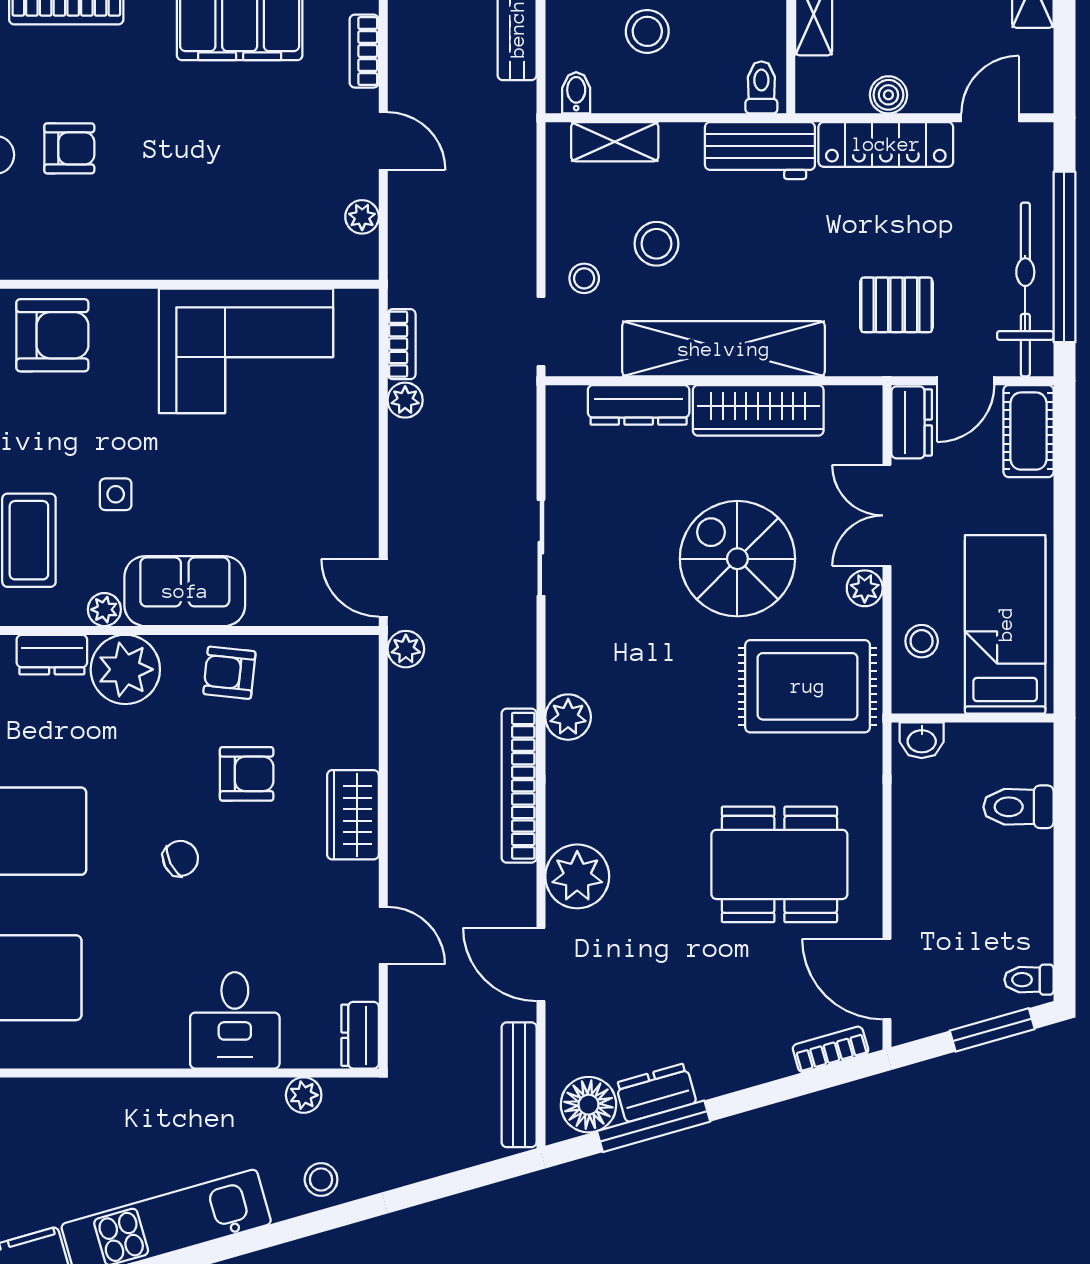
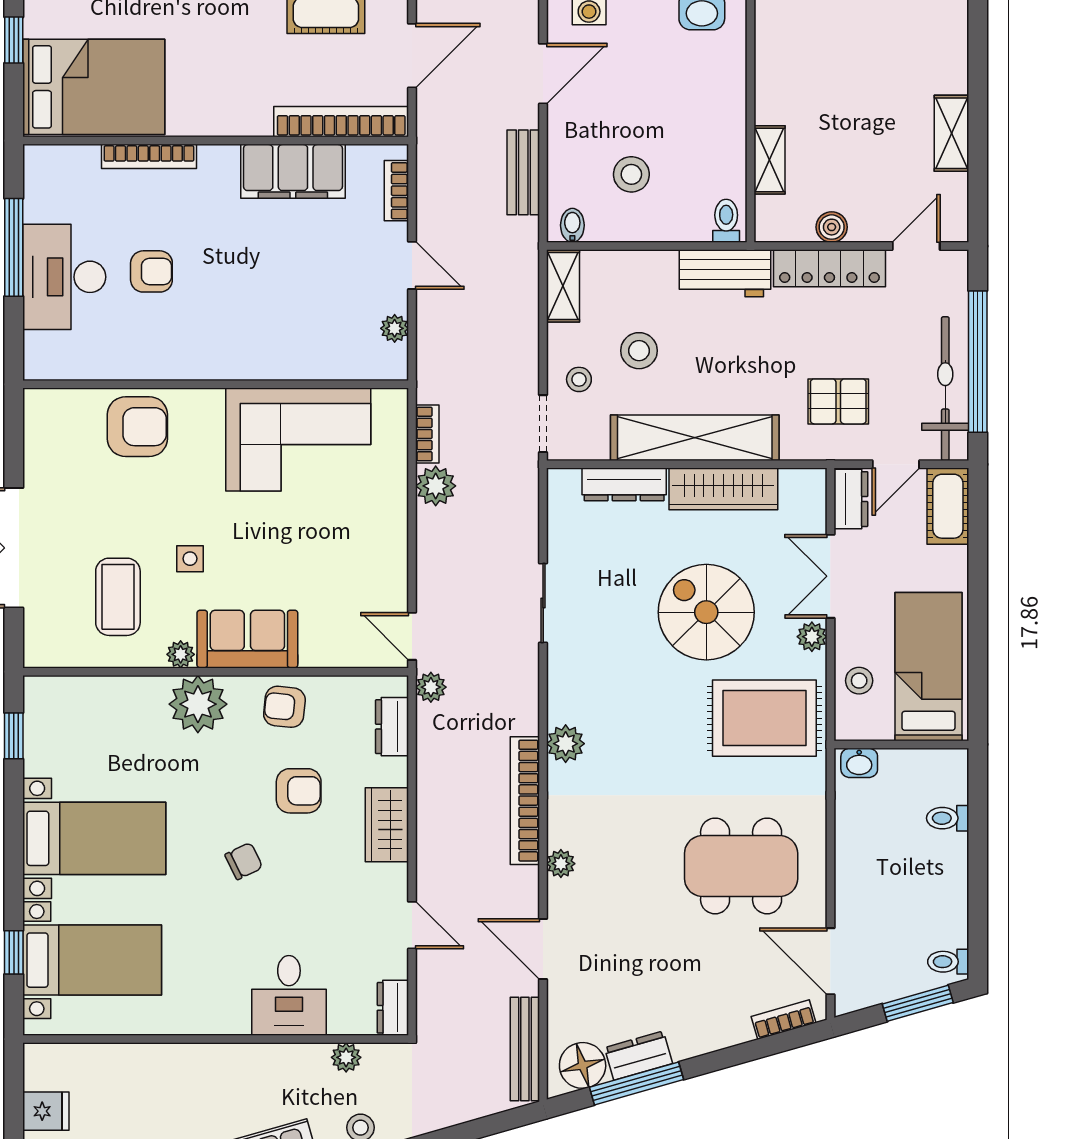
shelving: (615, 142) -> (563, 286), moved, turned 90
plant: (405, 400) -> (436, 486), width x1.38, depth x1.38
dresser: (52, 655) -> (392, 727), moved, turned 90
toilet: (1018, 807) -> (948, 818), width x0.73, depth x0.72
plant: (577, 876) -> (561, 864), width x0.53, depth x0.53

